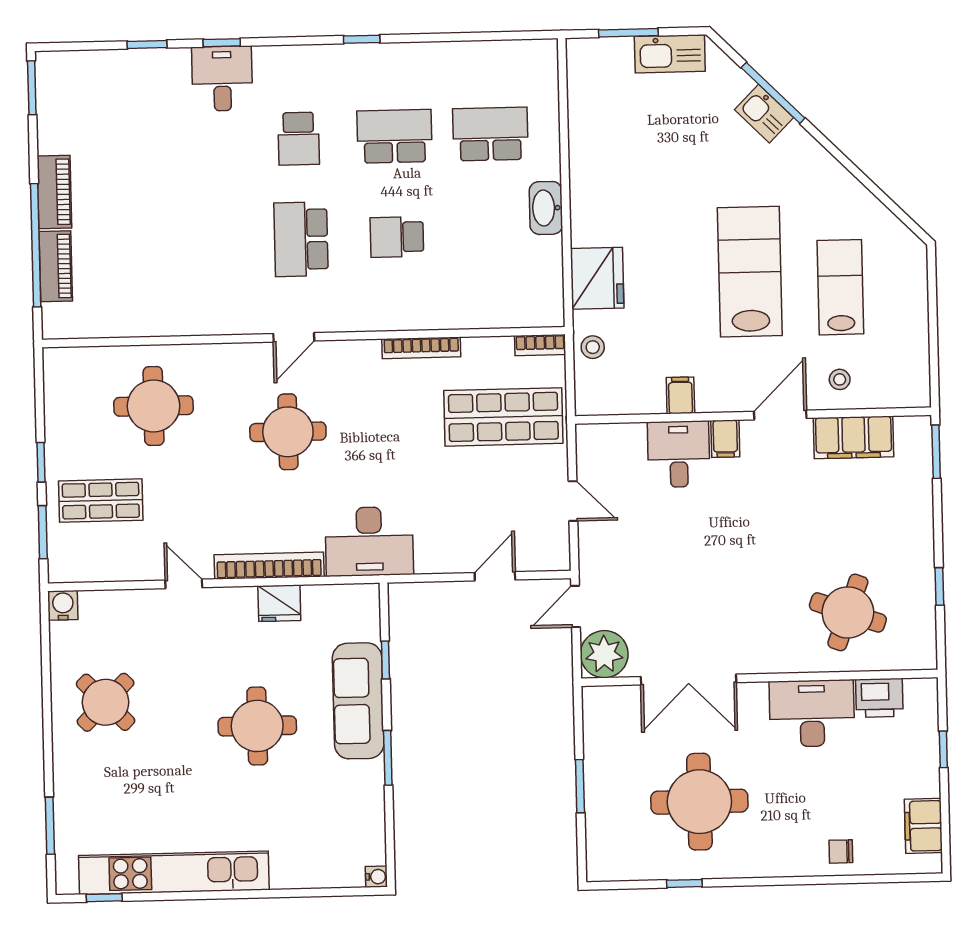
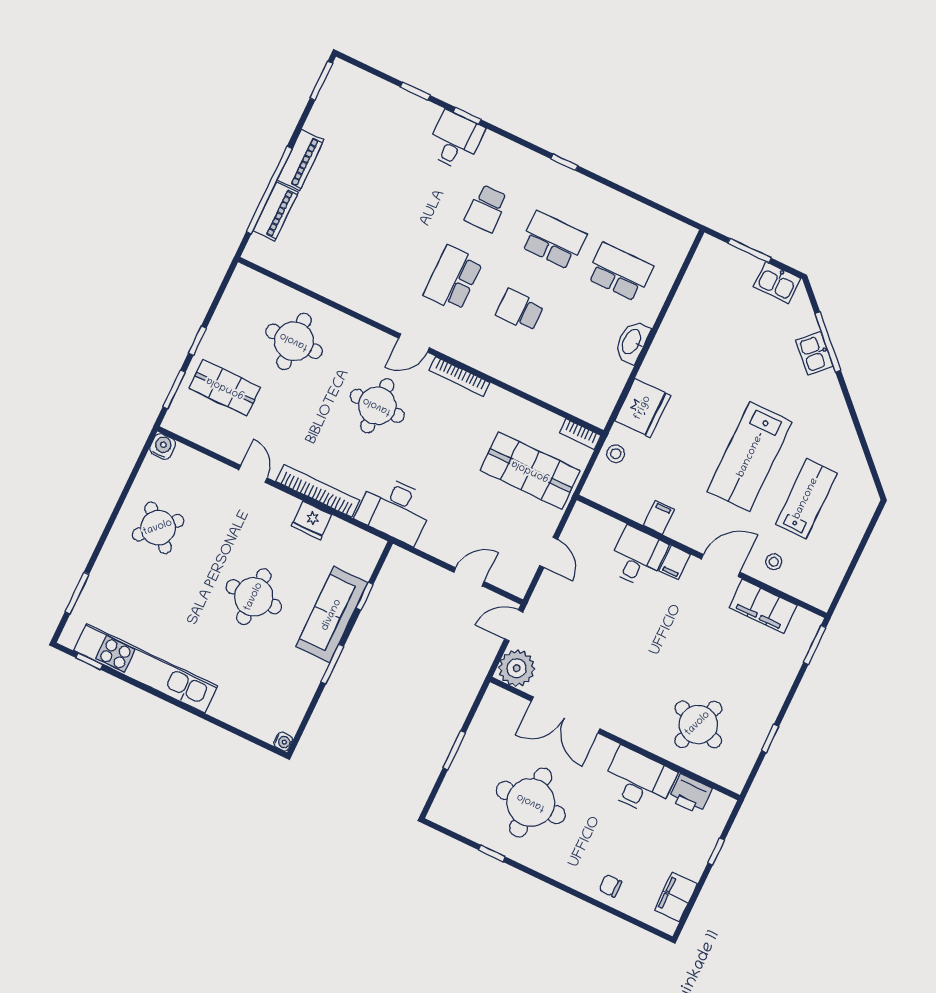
kitchen sink: (670, 54) -> (777, 283), width x0.73
lab bench: (750, 272) -> (750, 457), turned 180
bookcase: (421, 348) -> (460, 376), moved

